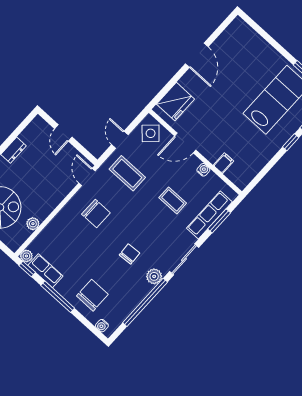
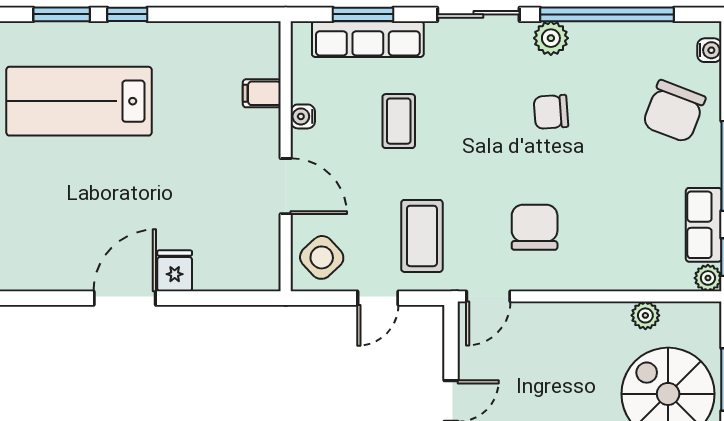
fridge: (176, 102) -> (175, 271), moved, width x0.53, depth x0.75
chair: (92, 295) -> (674, 111), turned -69

